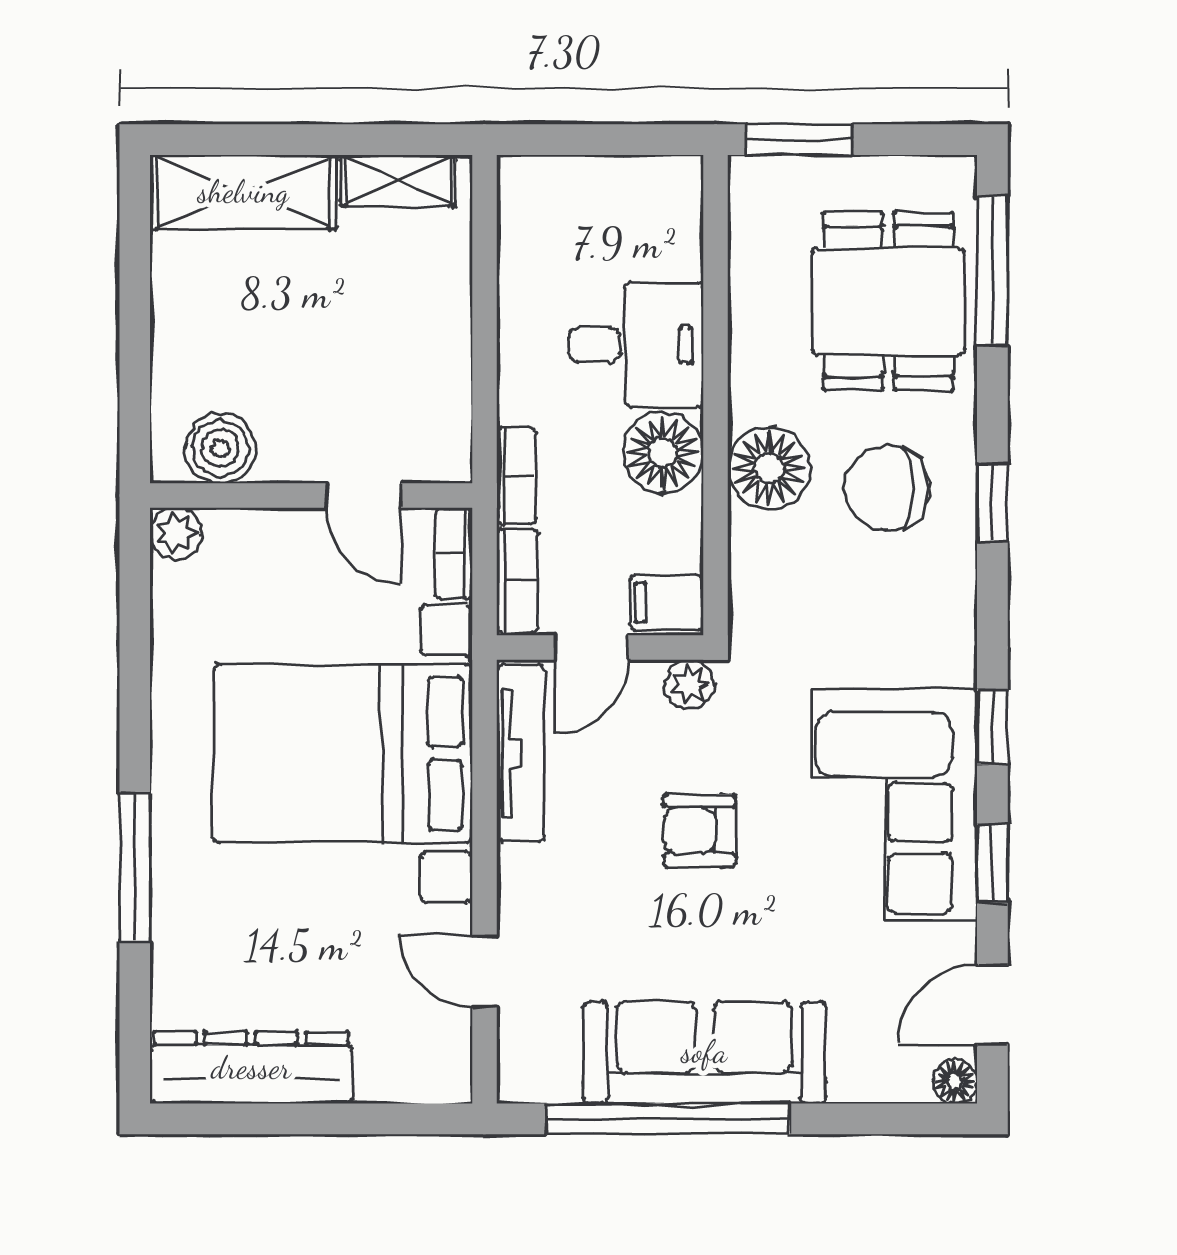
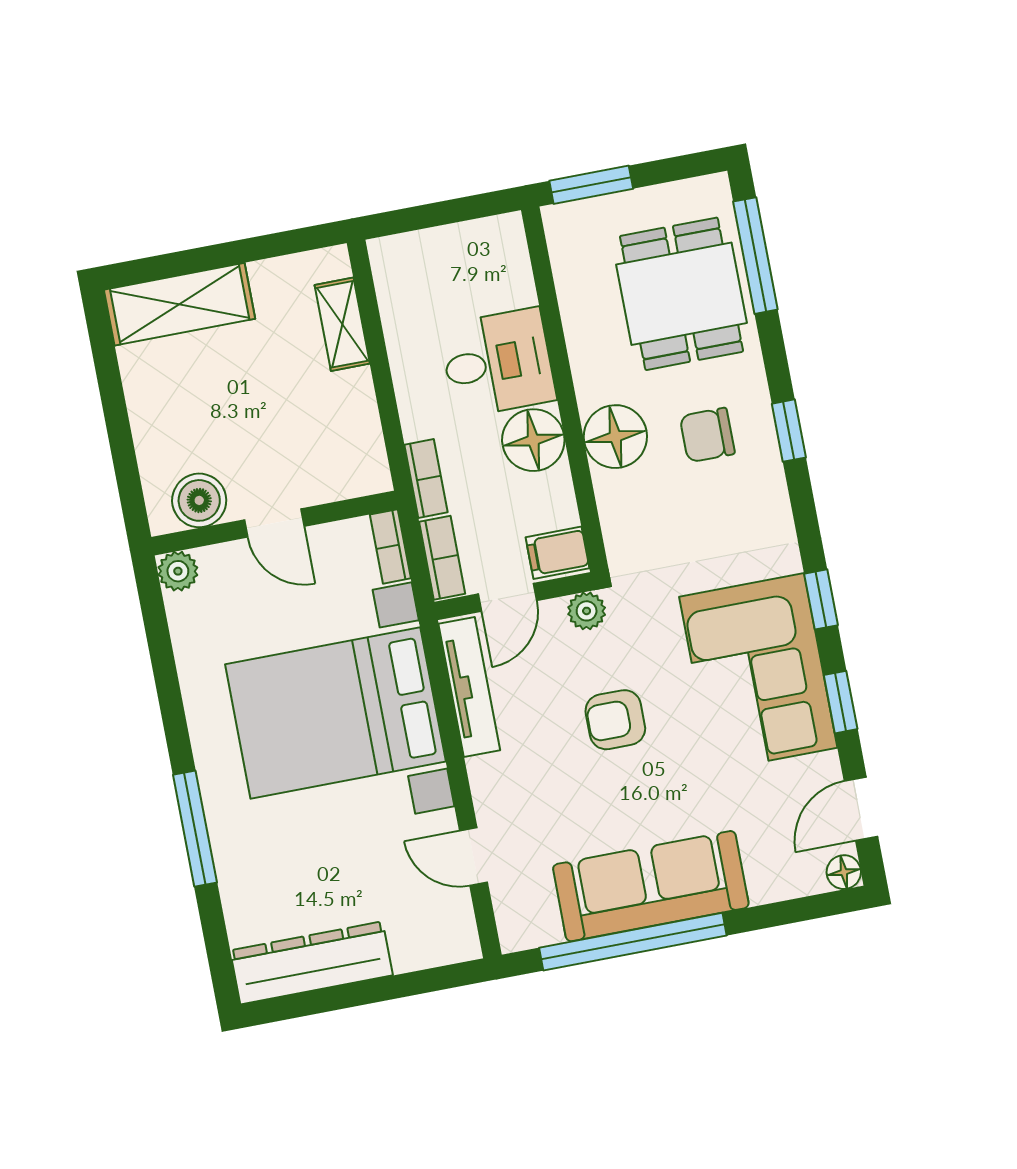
shelving: (398, 181) -> (342, 324), moved, turned 90
chair: (887, 489) -> (707, 435), width x0.73, depth x0.73
door: (364, 496) -> (274, 523), moved

